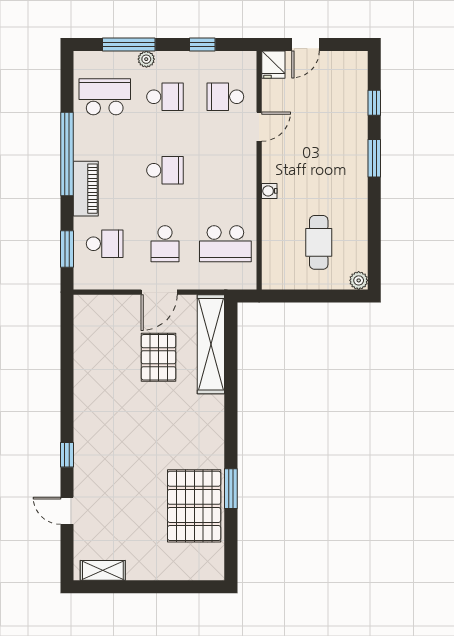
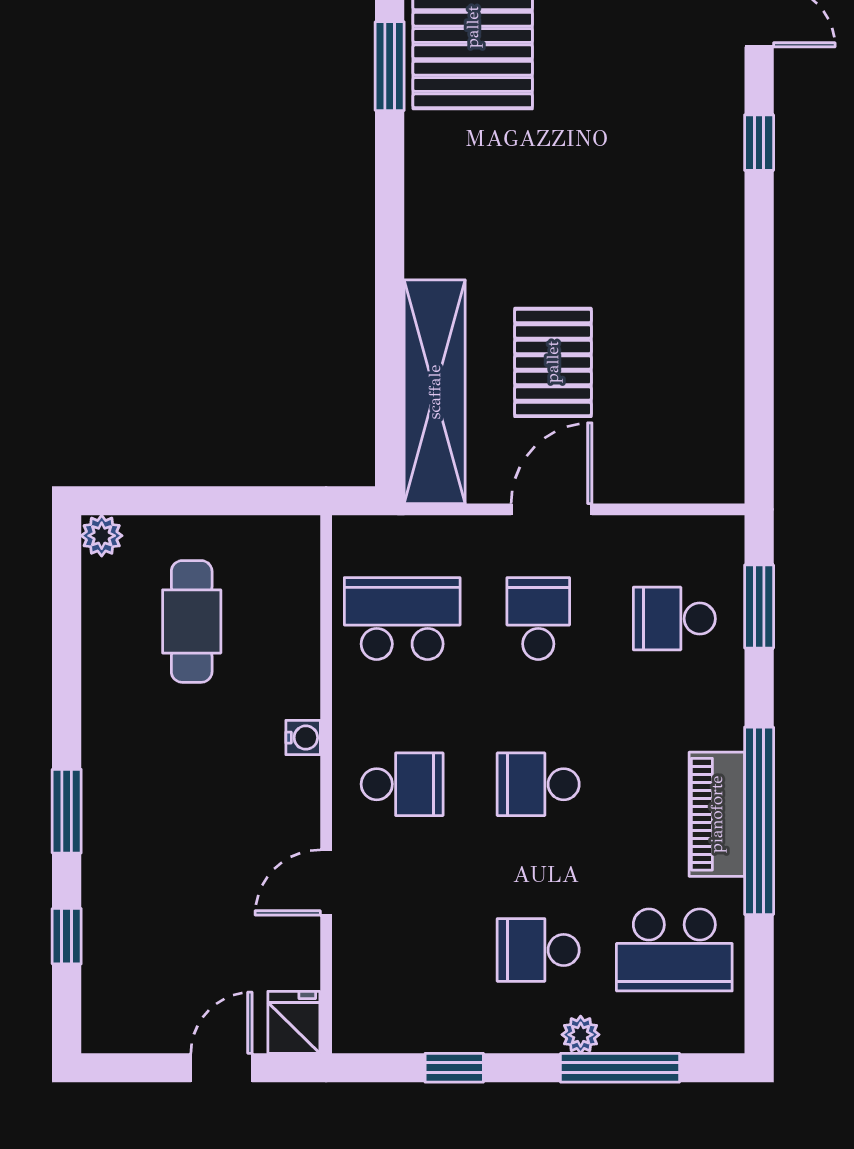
school desk: (225, 97) -> (402, 784), moved
piano: (86, 189) -> (717, 814), moved

